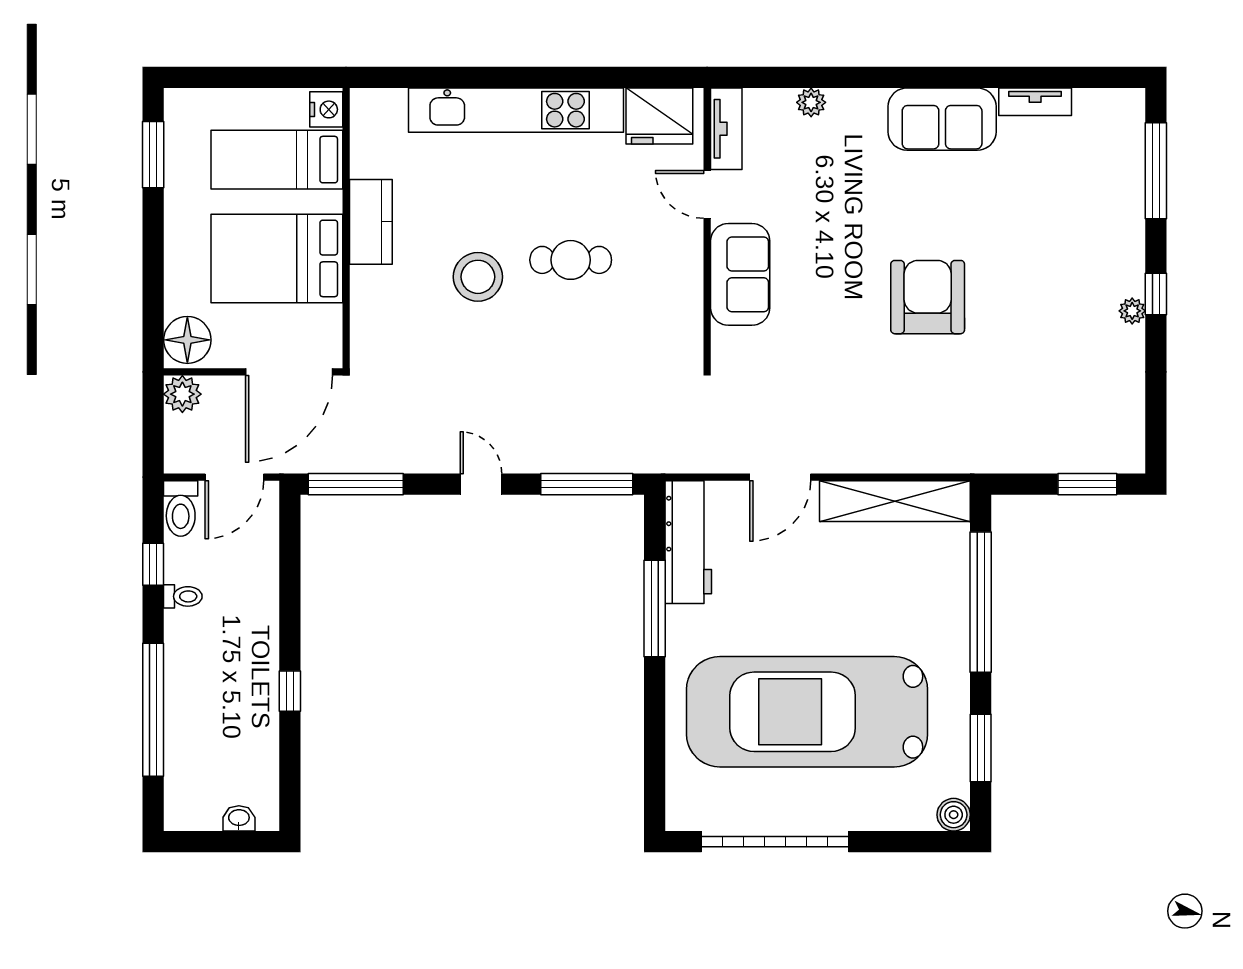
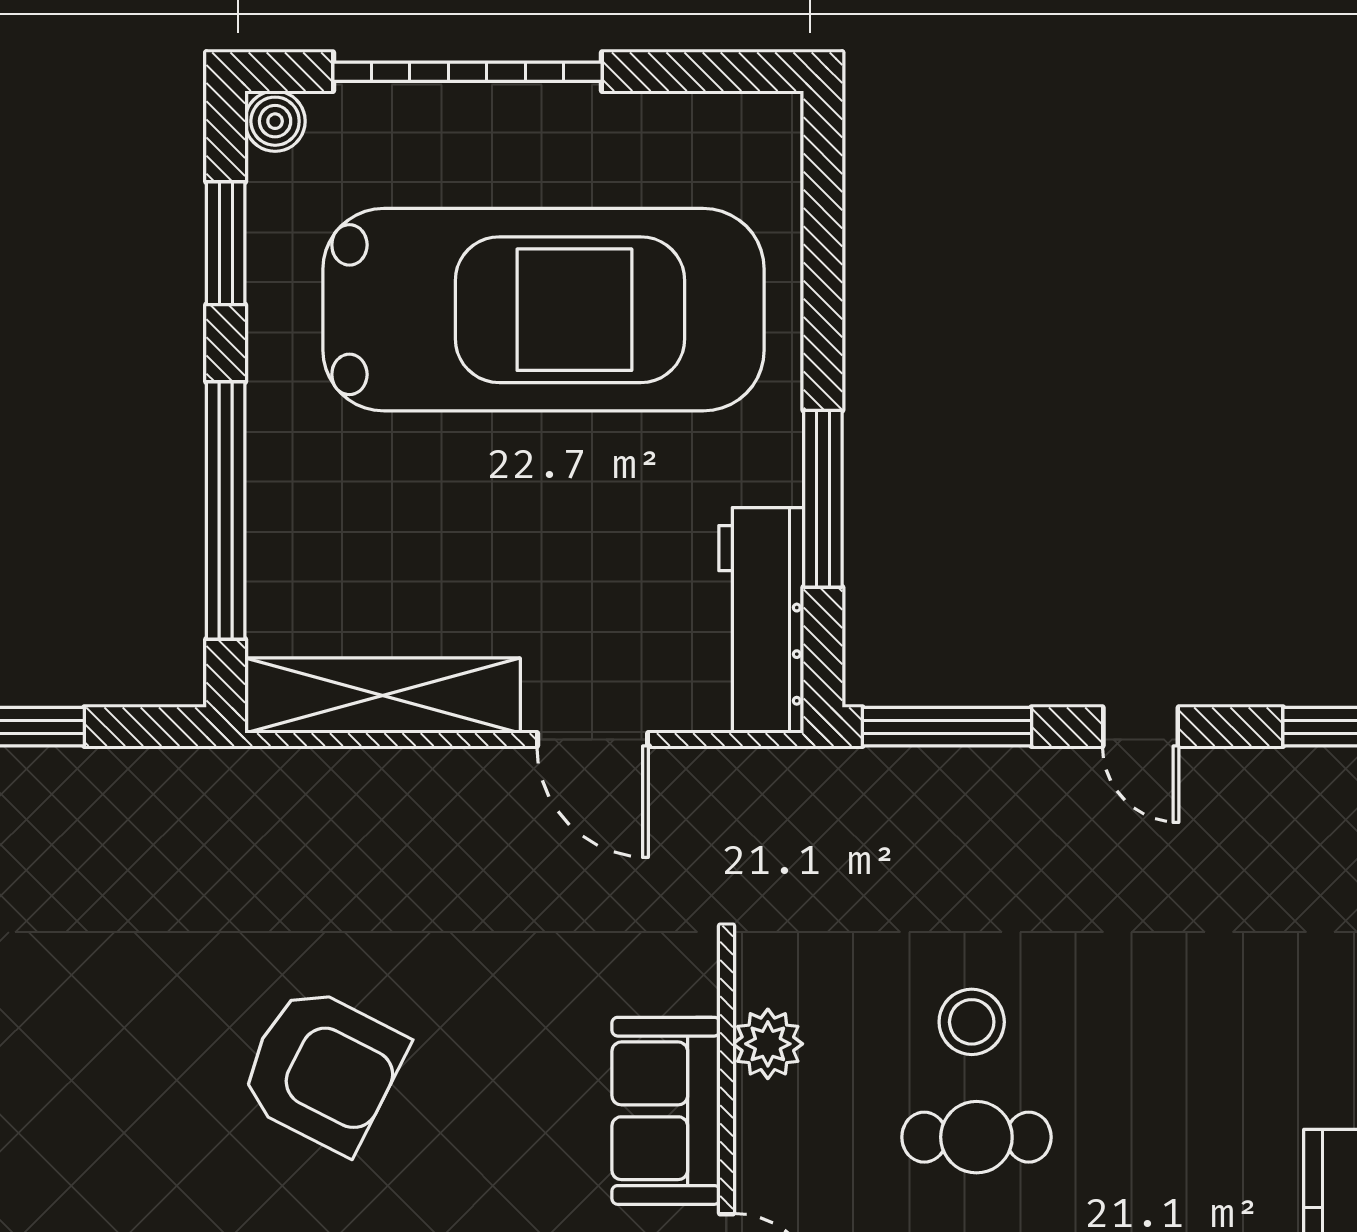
stool: (478, 277) -> (972, 1022), moved, width x0.73, depth x0.73
armchair: (928, 297) -> (323, 1069), turned -63
plant: (685, 311) -> (768, 1044), added
door: (780, 477) -> (593, 740), swing flipped
garage door: (775, 842) -> (467, 72), moved

